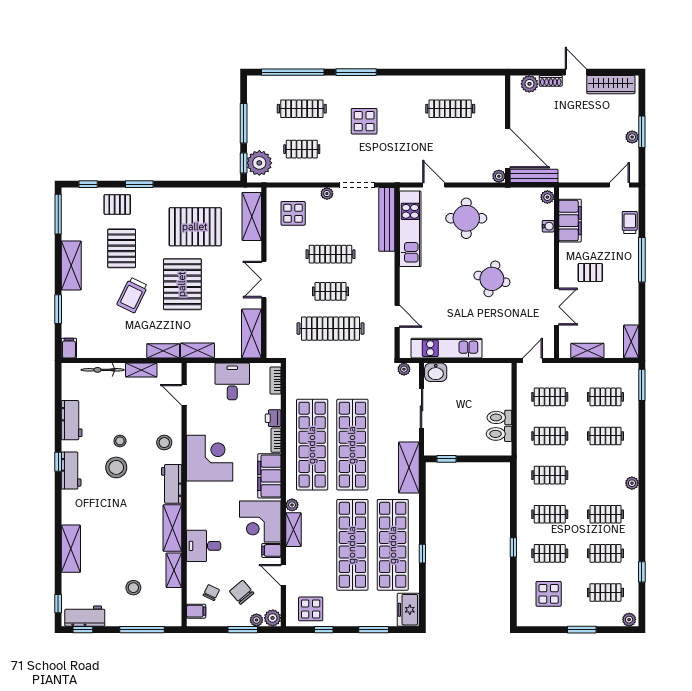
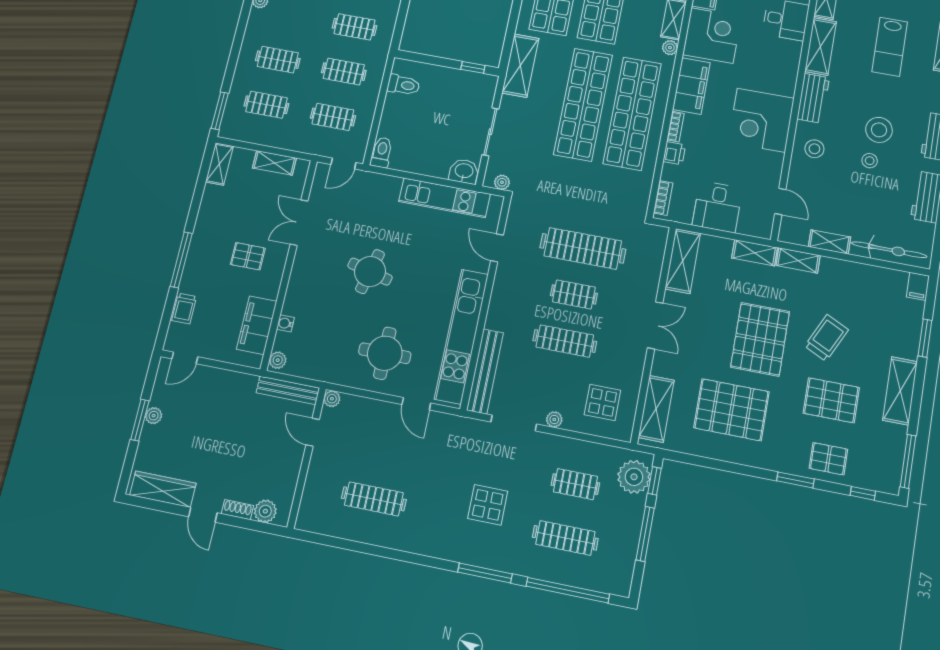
door: (508, 148) -> (313, 432), width x0.53
kitchen unit: (410, 229) -> (461, 336), width x1.36
pallet: (122, 248) -> (831, 400), turned 90
bicycle: (103, 370) -> (889, 250), width x1.37, depth x1.40
toilet: (499, 417) -> (382, 152), moved, turned -90
lab bench: (118, 538) -> (890, 47), added

